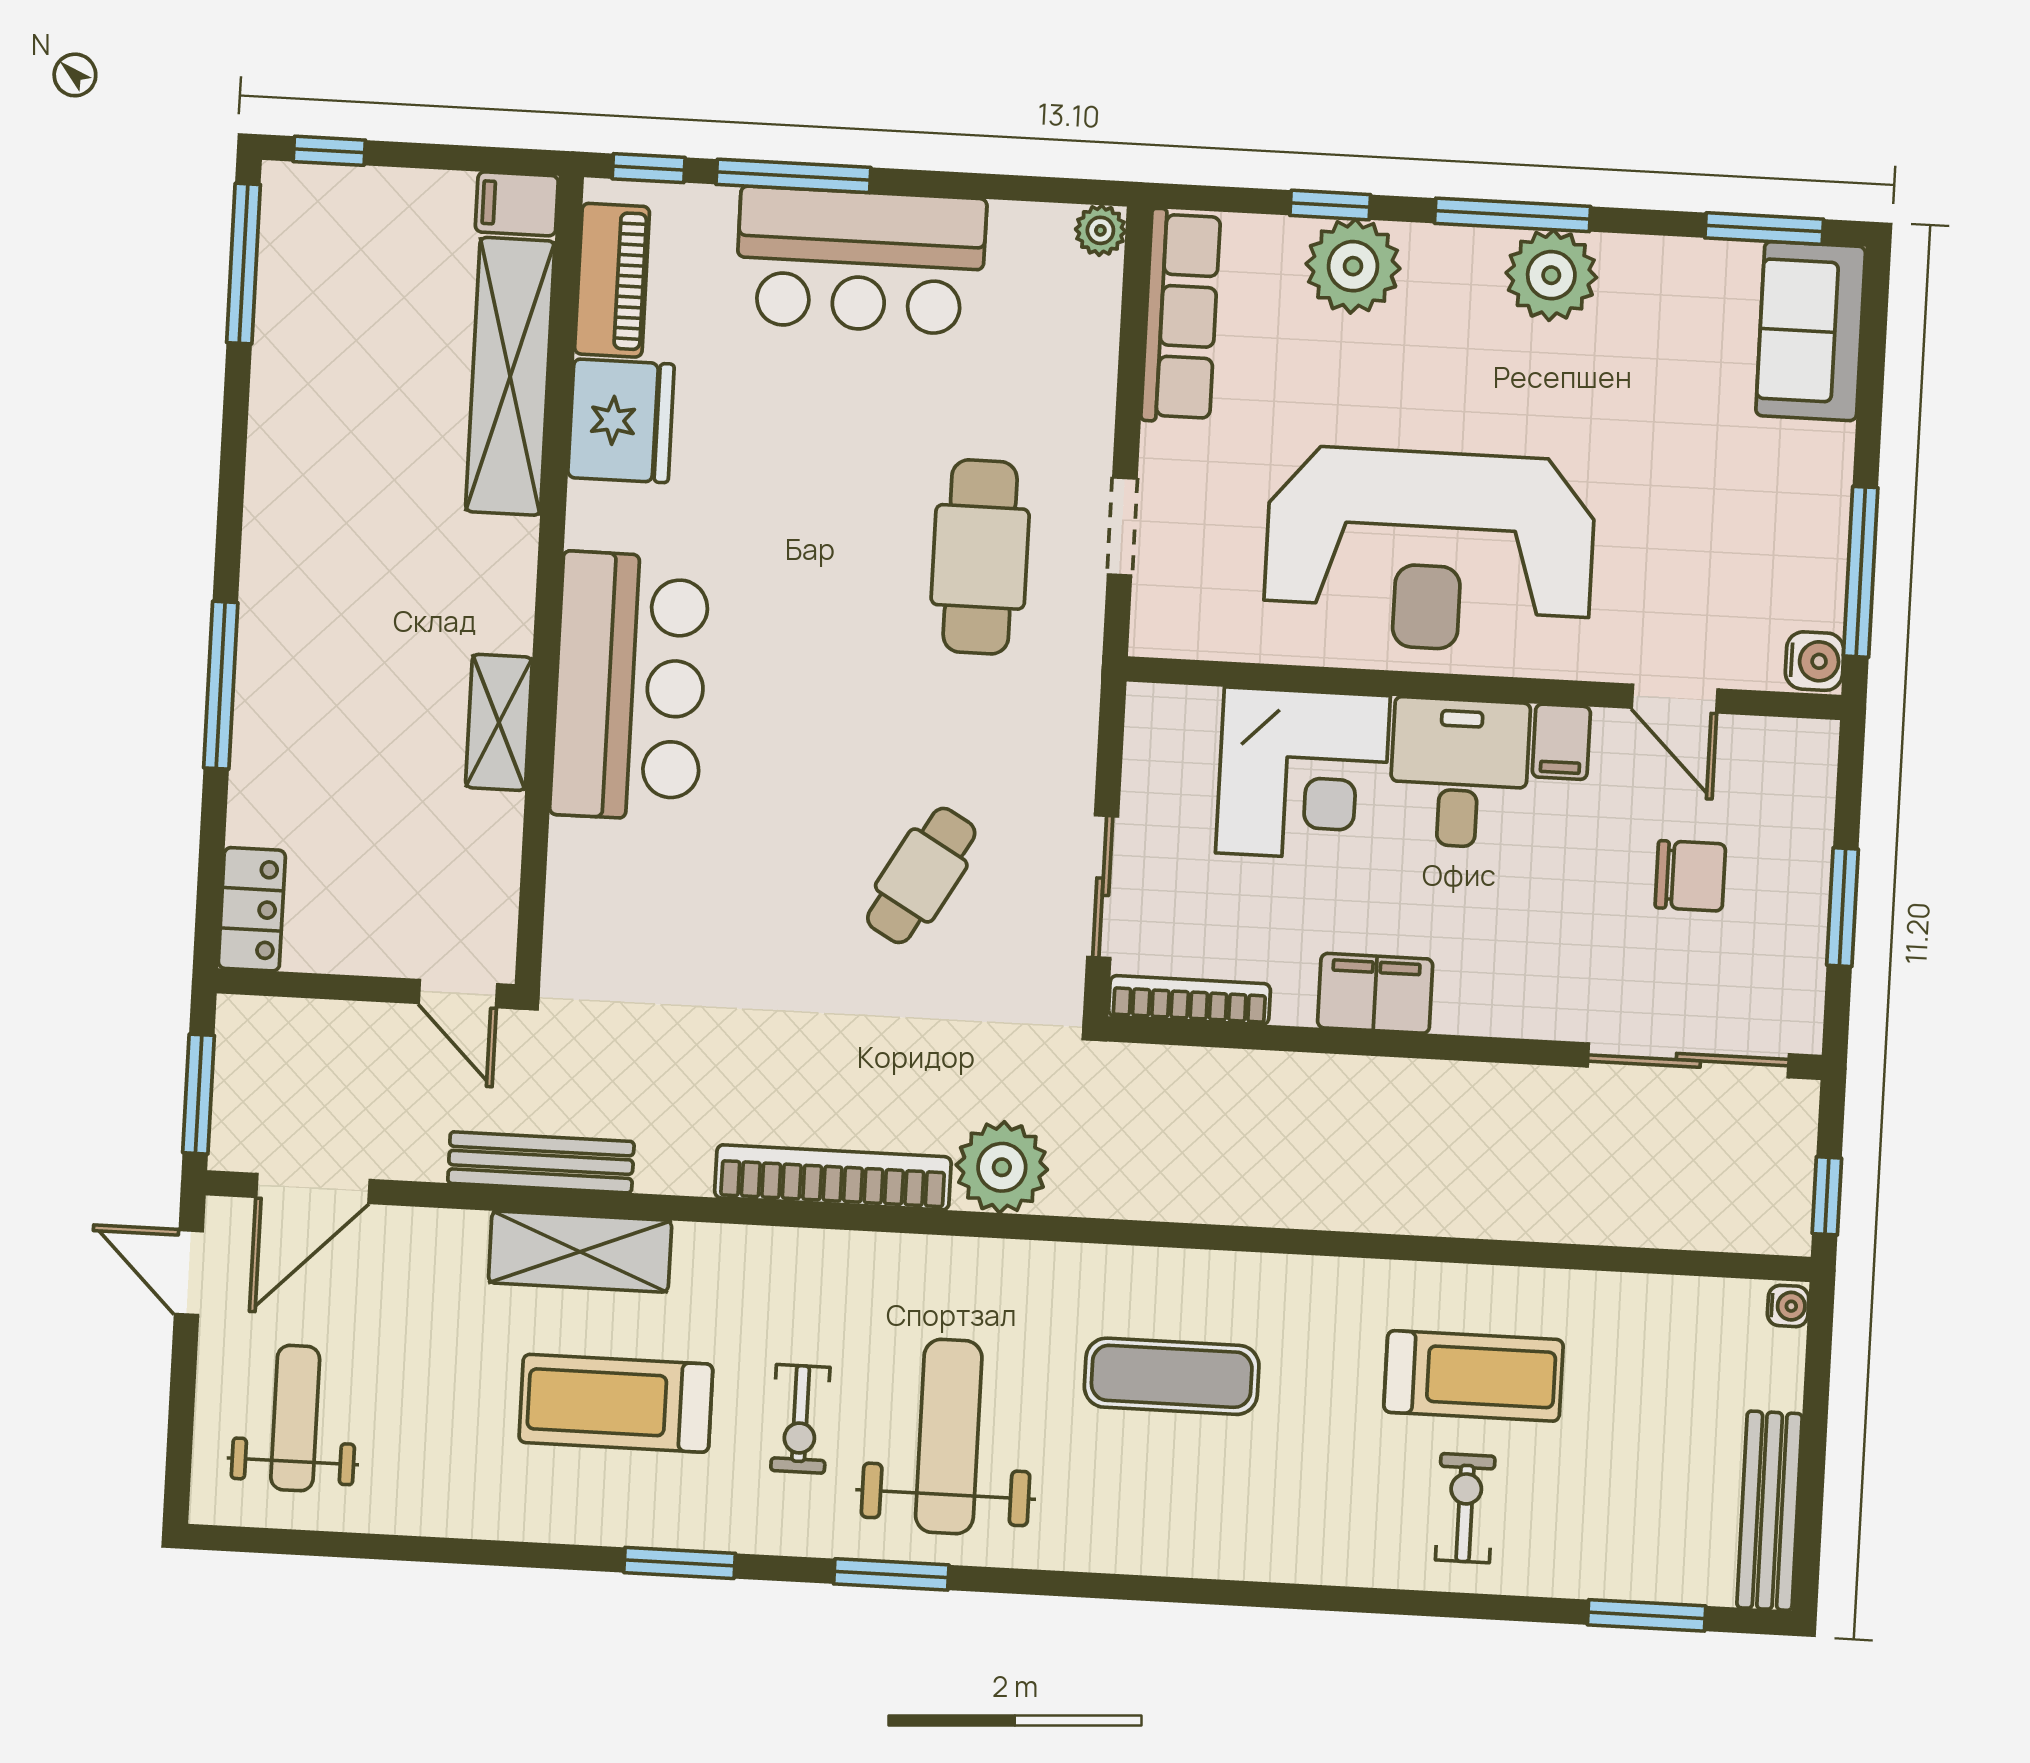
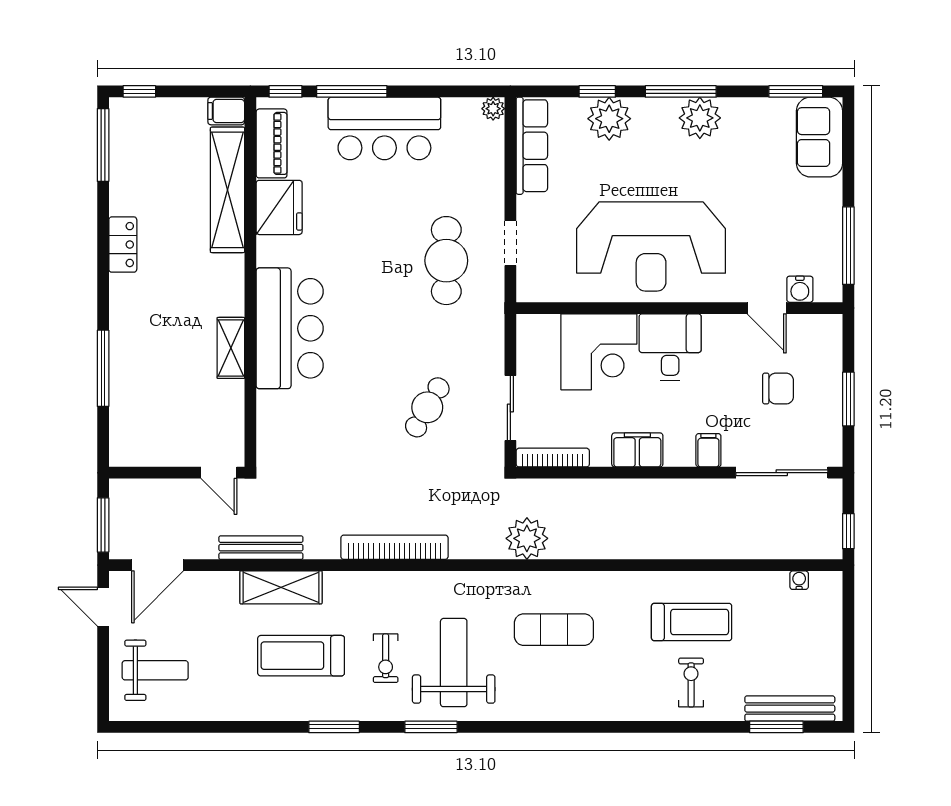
water cooler: (1815, 661) -> (800, 289), moved, turned 90
window: (221, 685) -> (103, 368), moved
filing cabinet: (1561, 742) -> (708, 450), moved, turned 180
locker: (252, 909) -> (123, 245), moved
plant: (1002, 1167) -> (527, 538), moved
water cooler: (1788, 1306) -> (799, 580), moved, turned -90
weight bench: (295, 1418) -> (155, 670), turned 90
bench: (1770, 1511) -> (790, 709), moved, turned 90

